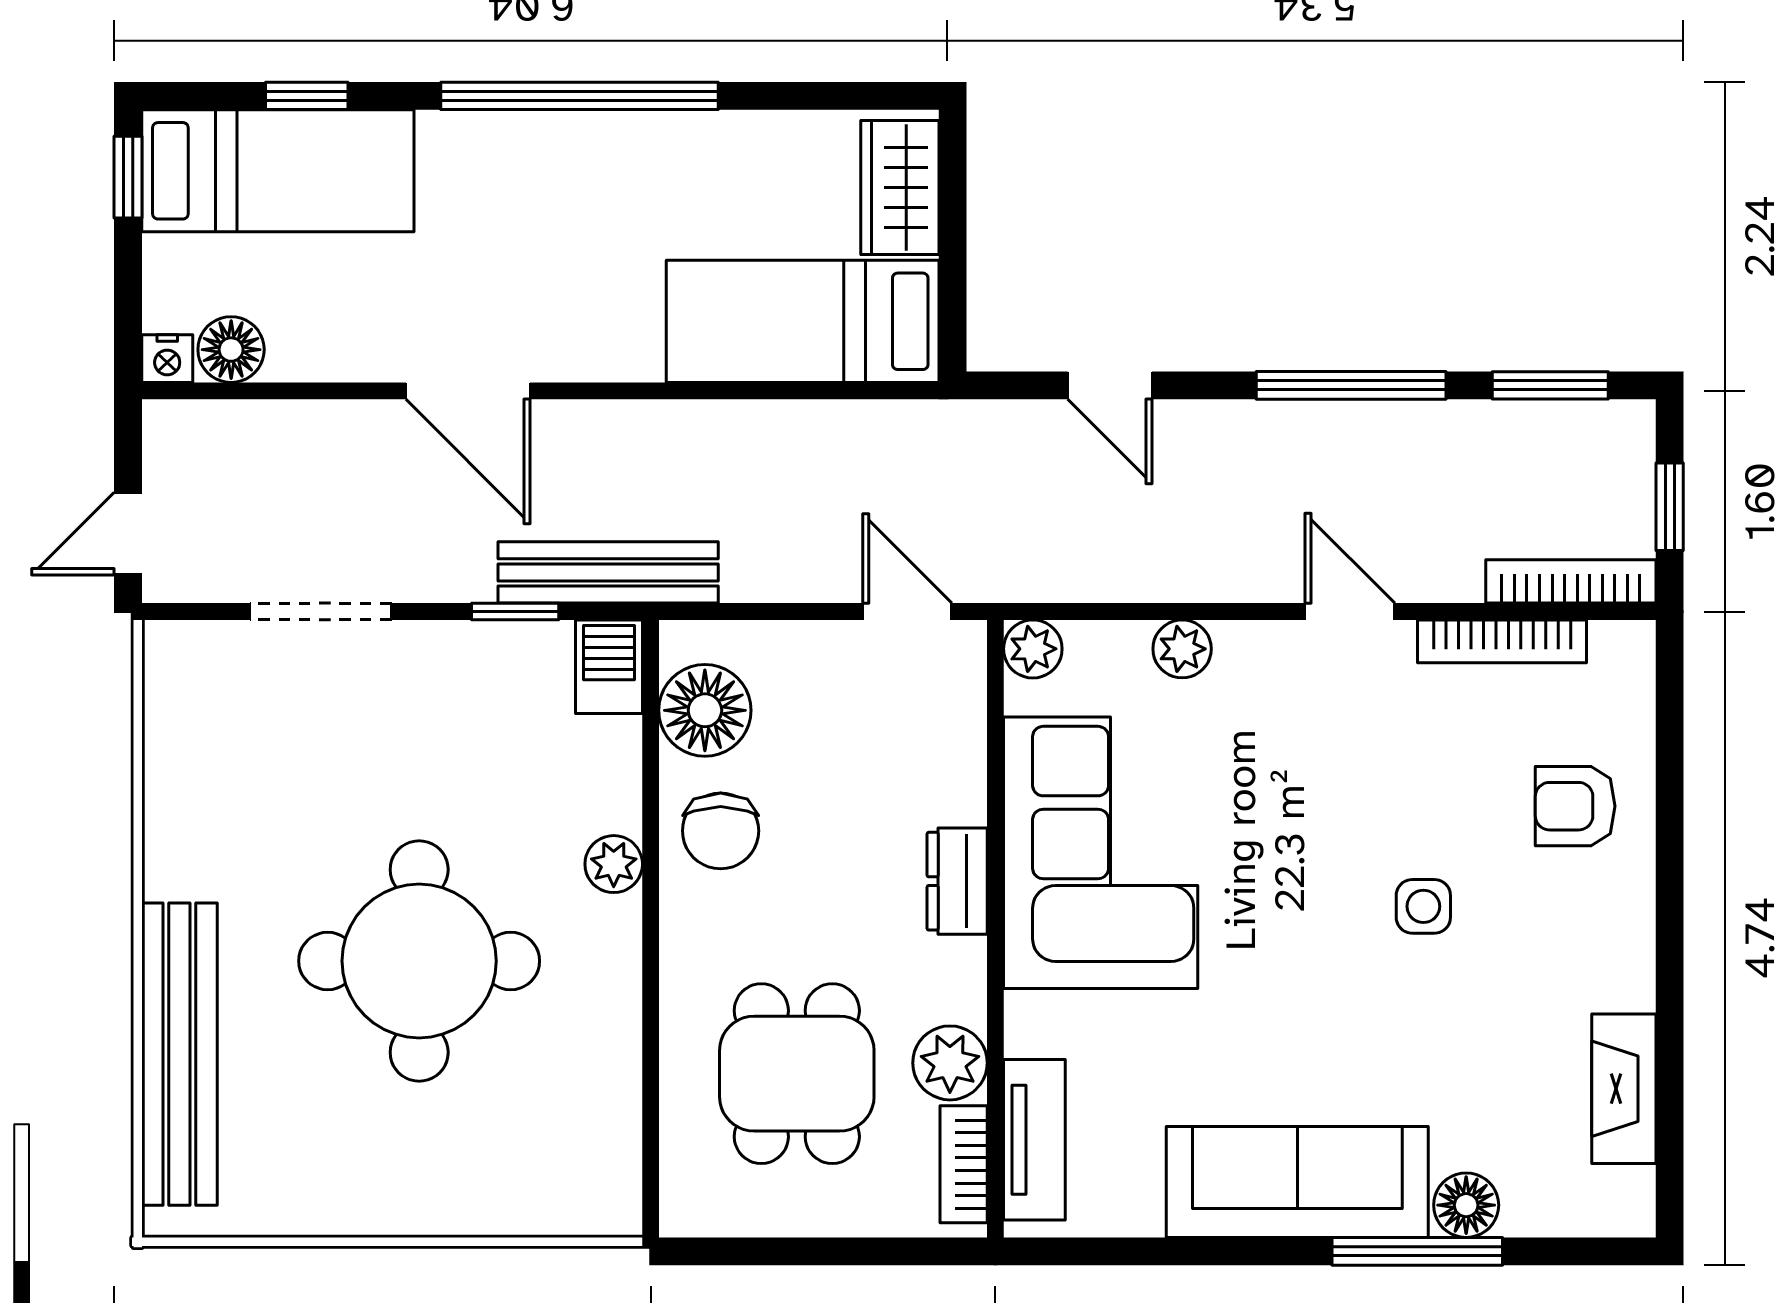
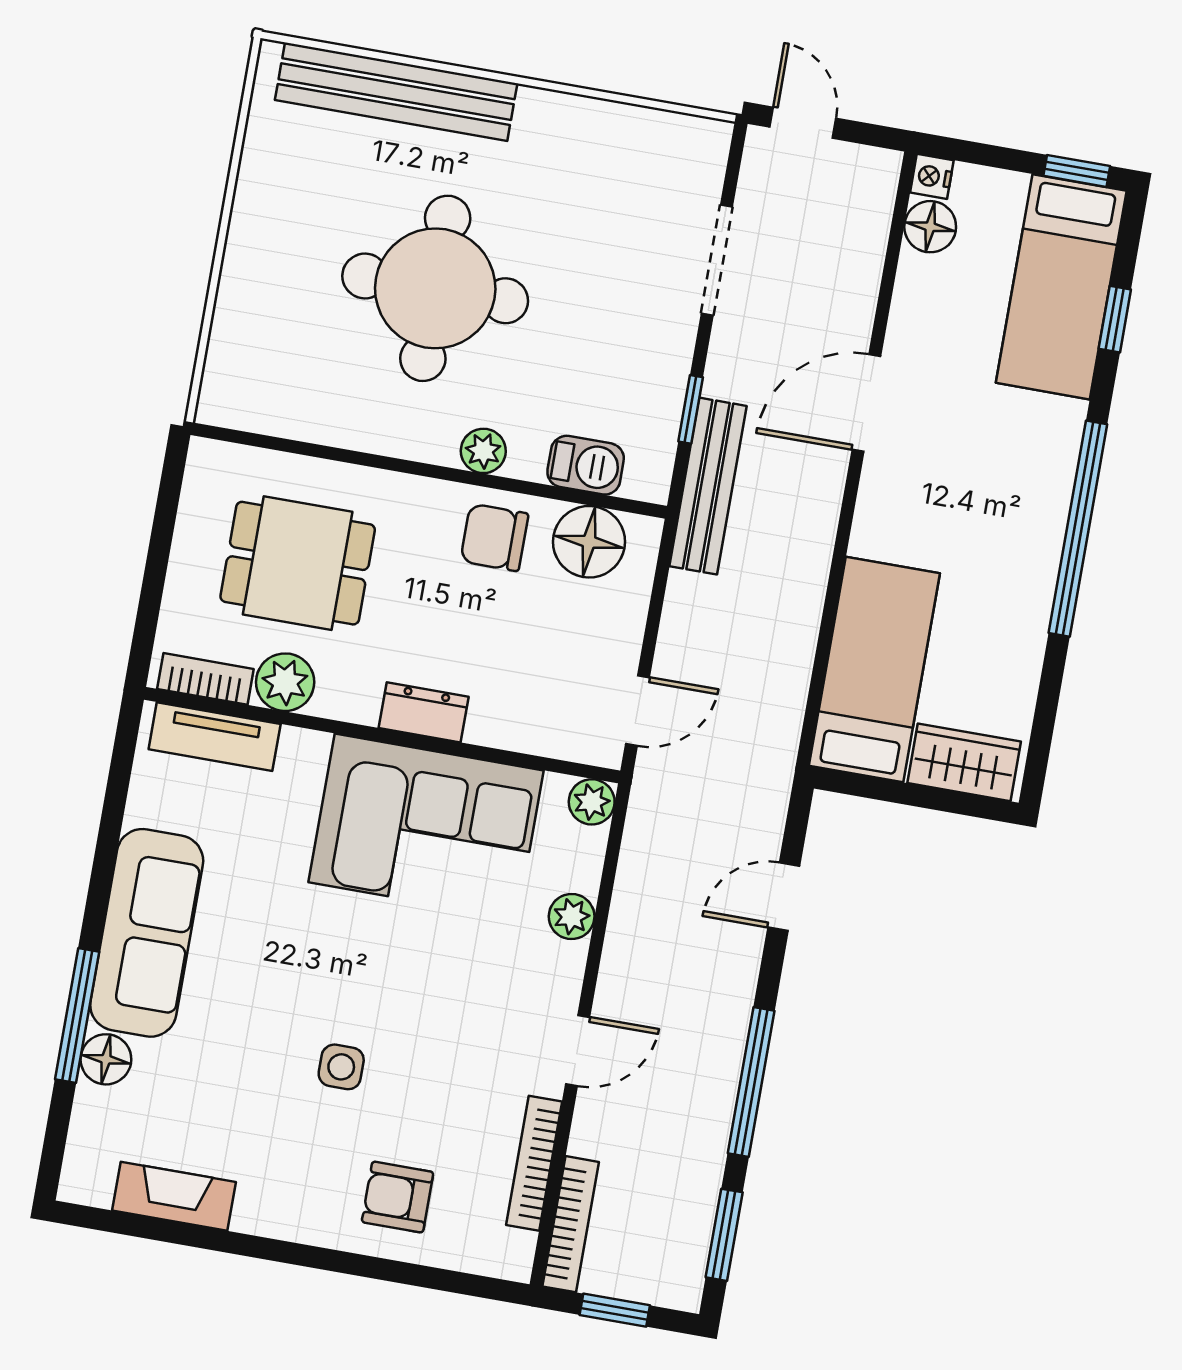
barbecue: (609, 667) -> (586, 465), moved
armchair: (1575, 806) -> (398, 1197), turned -90

